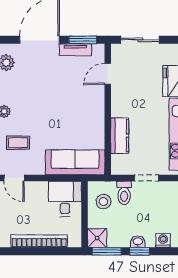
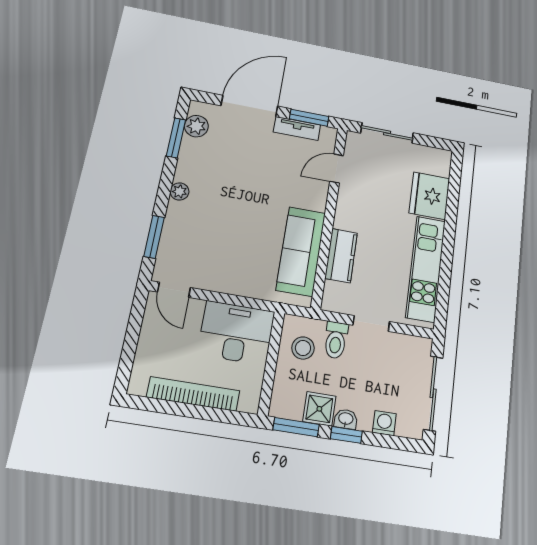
coffee table: (18, 143) -> (191, 239), removed
sofa: (75, 162) -> (301, 251), moved, turned -90
desk: (65, 199) -> (236, 333), width x1.37
shower: (97, 238) -> (319, 409), moved

